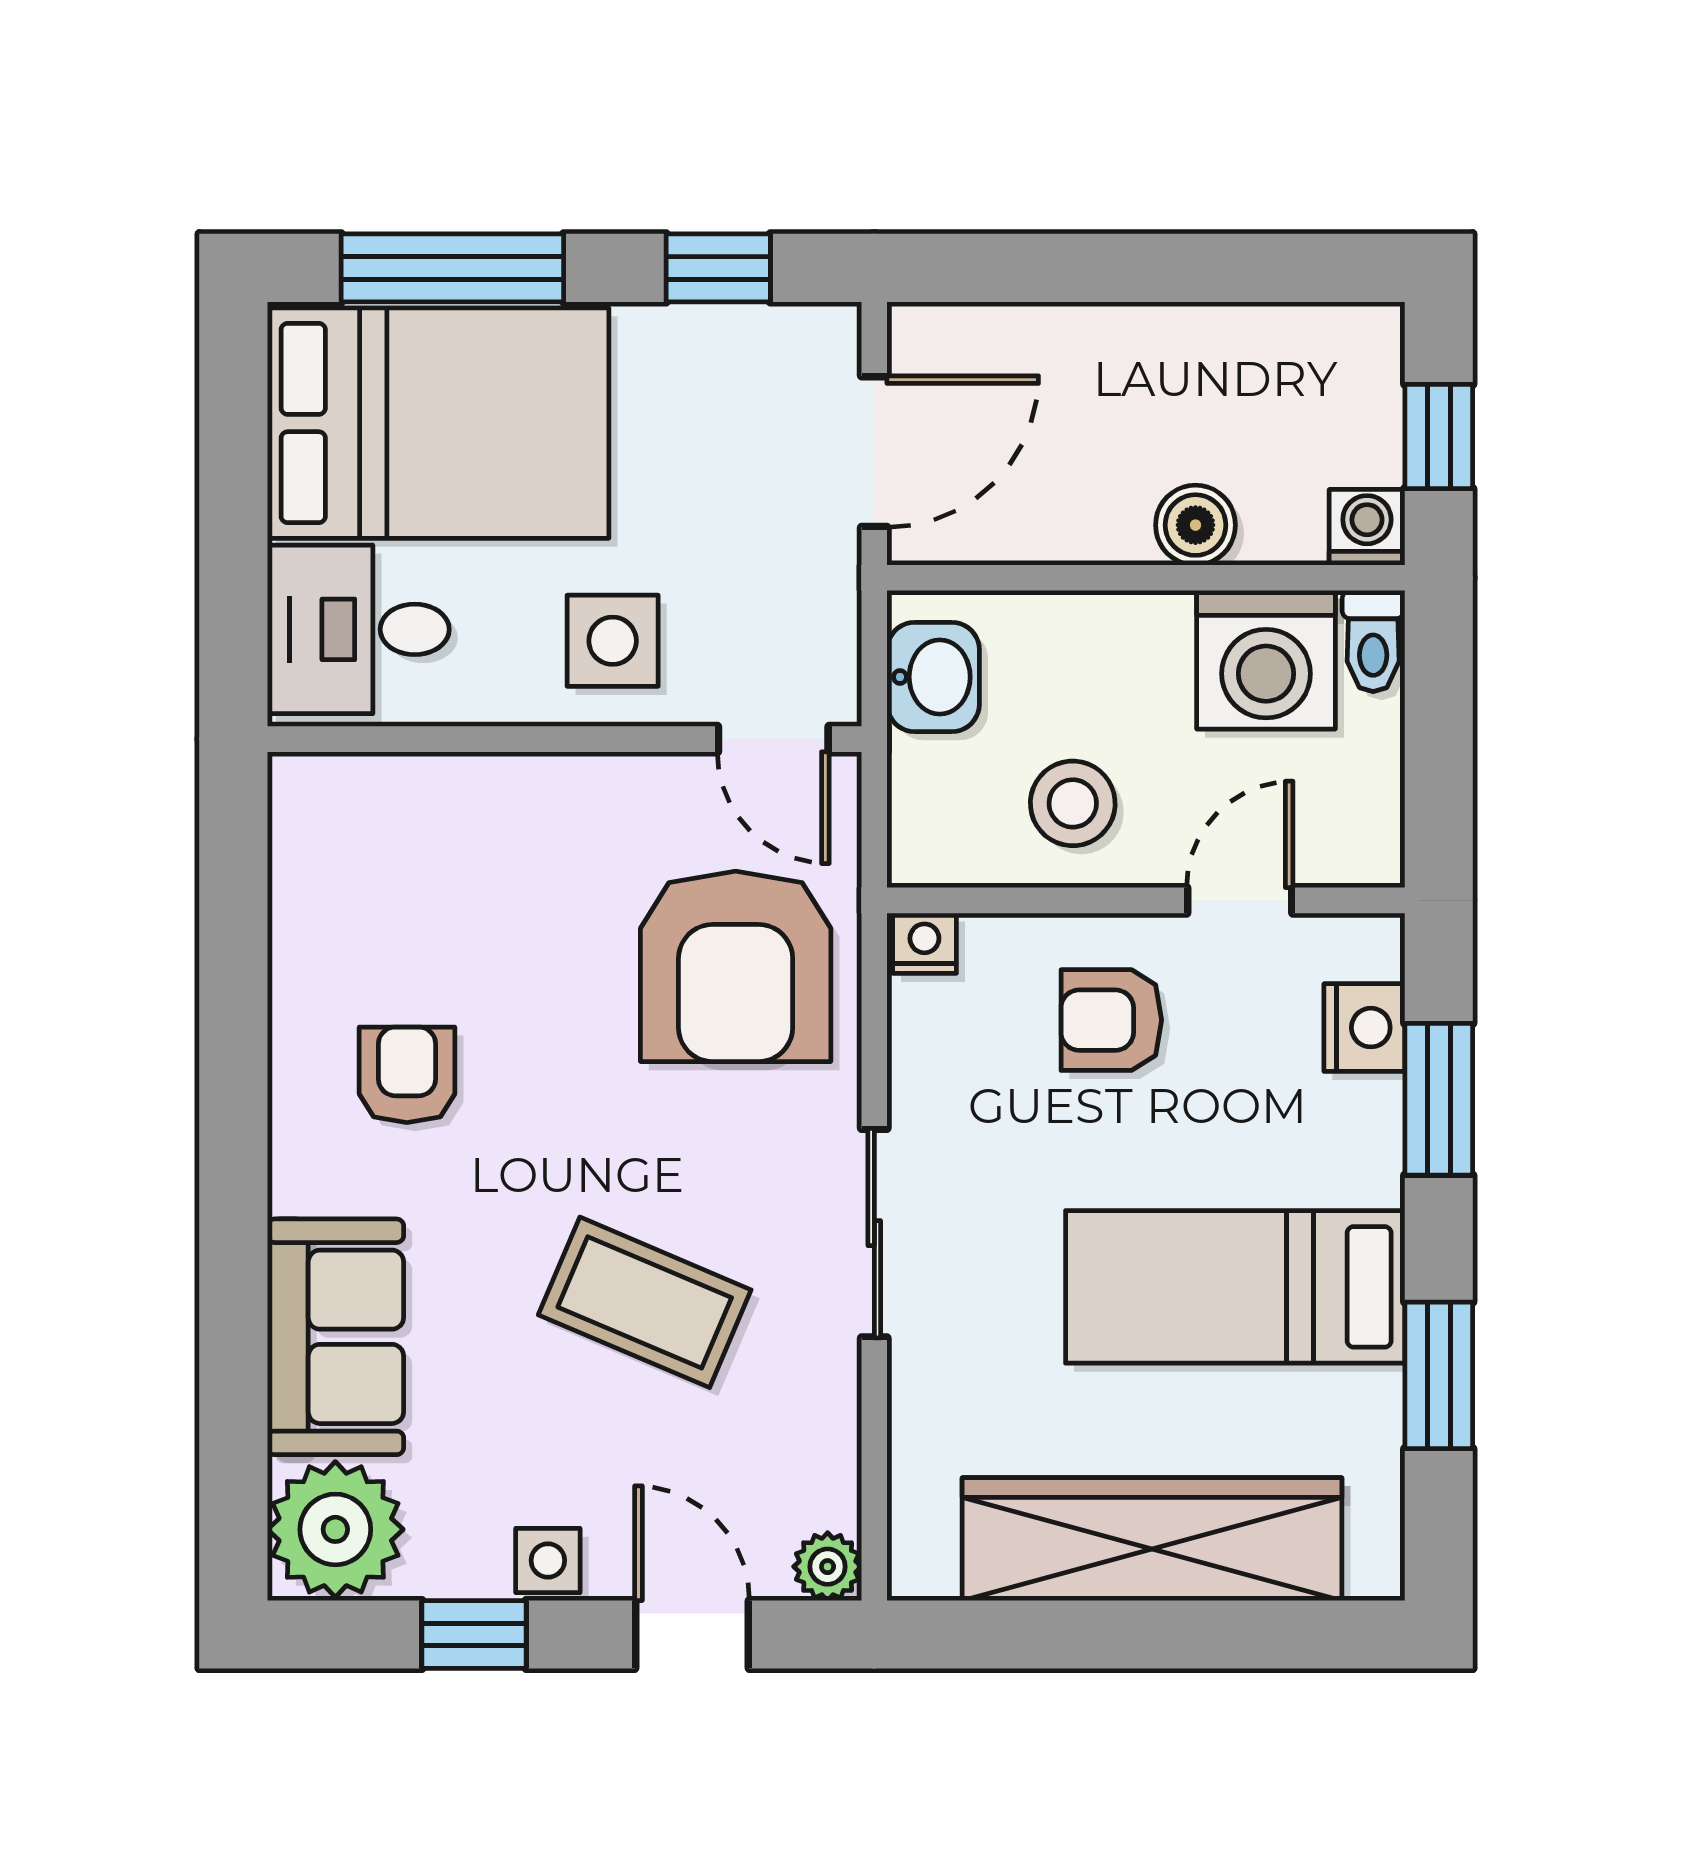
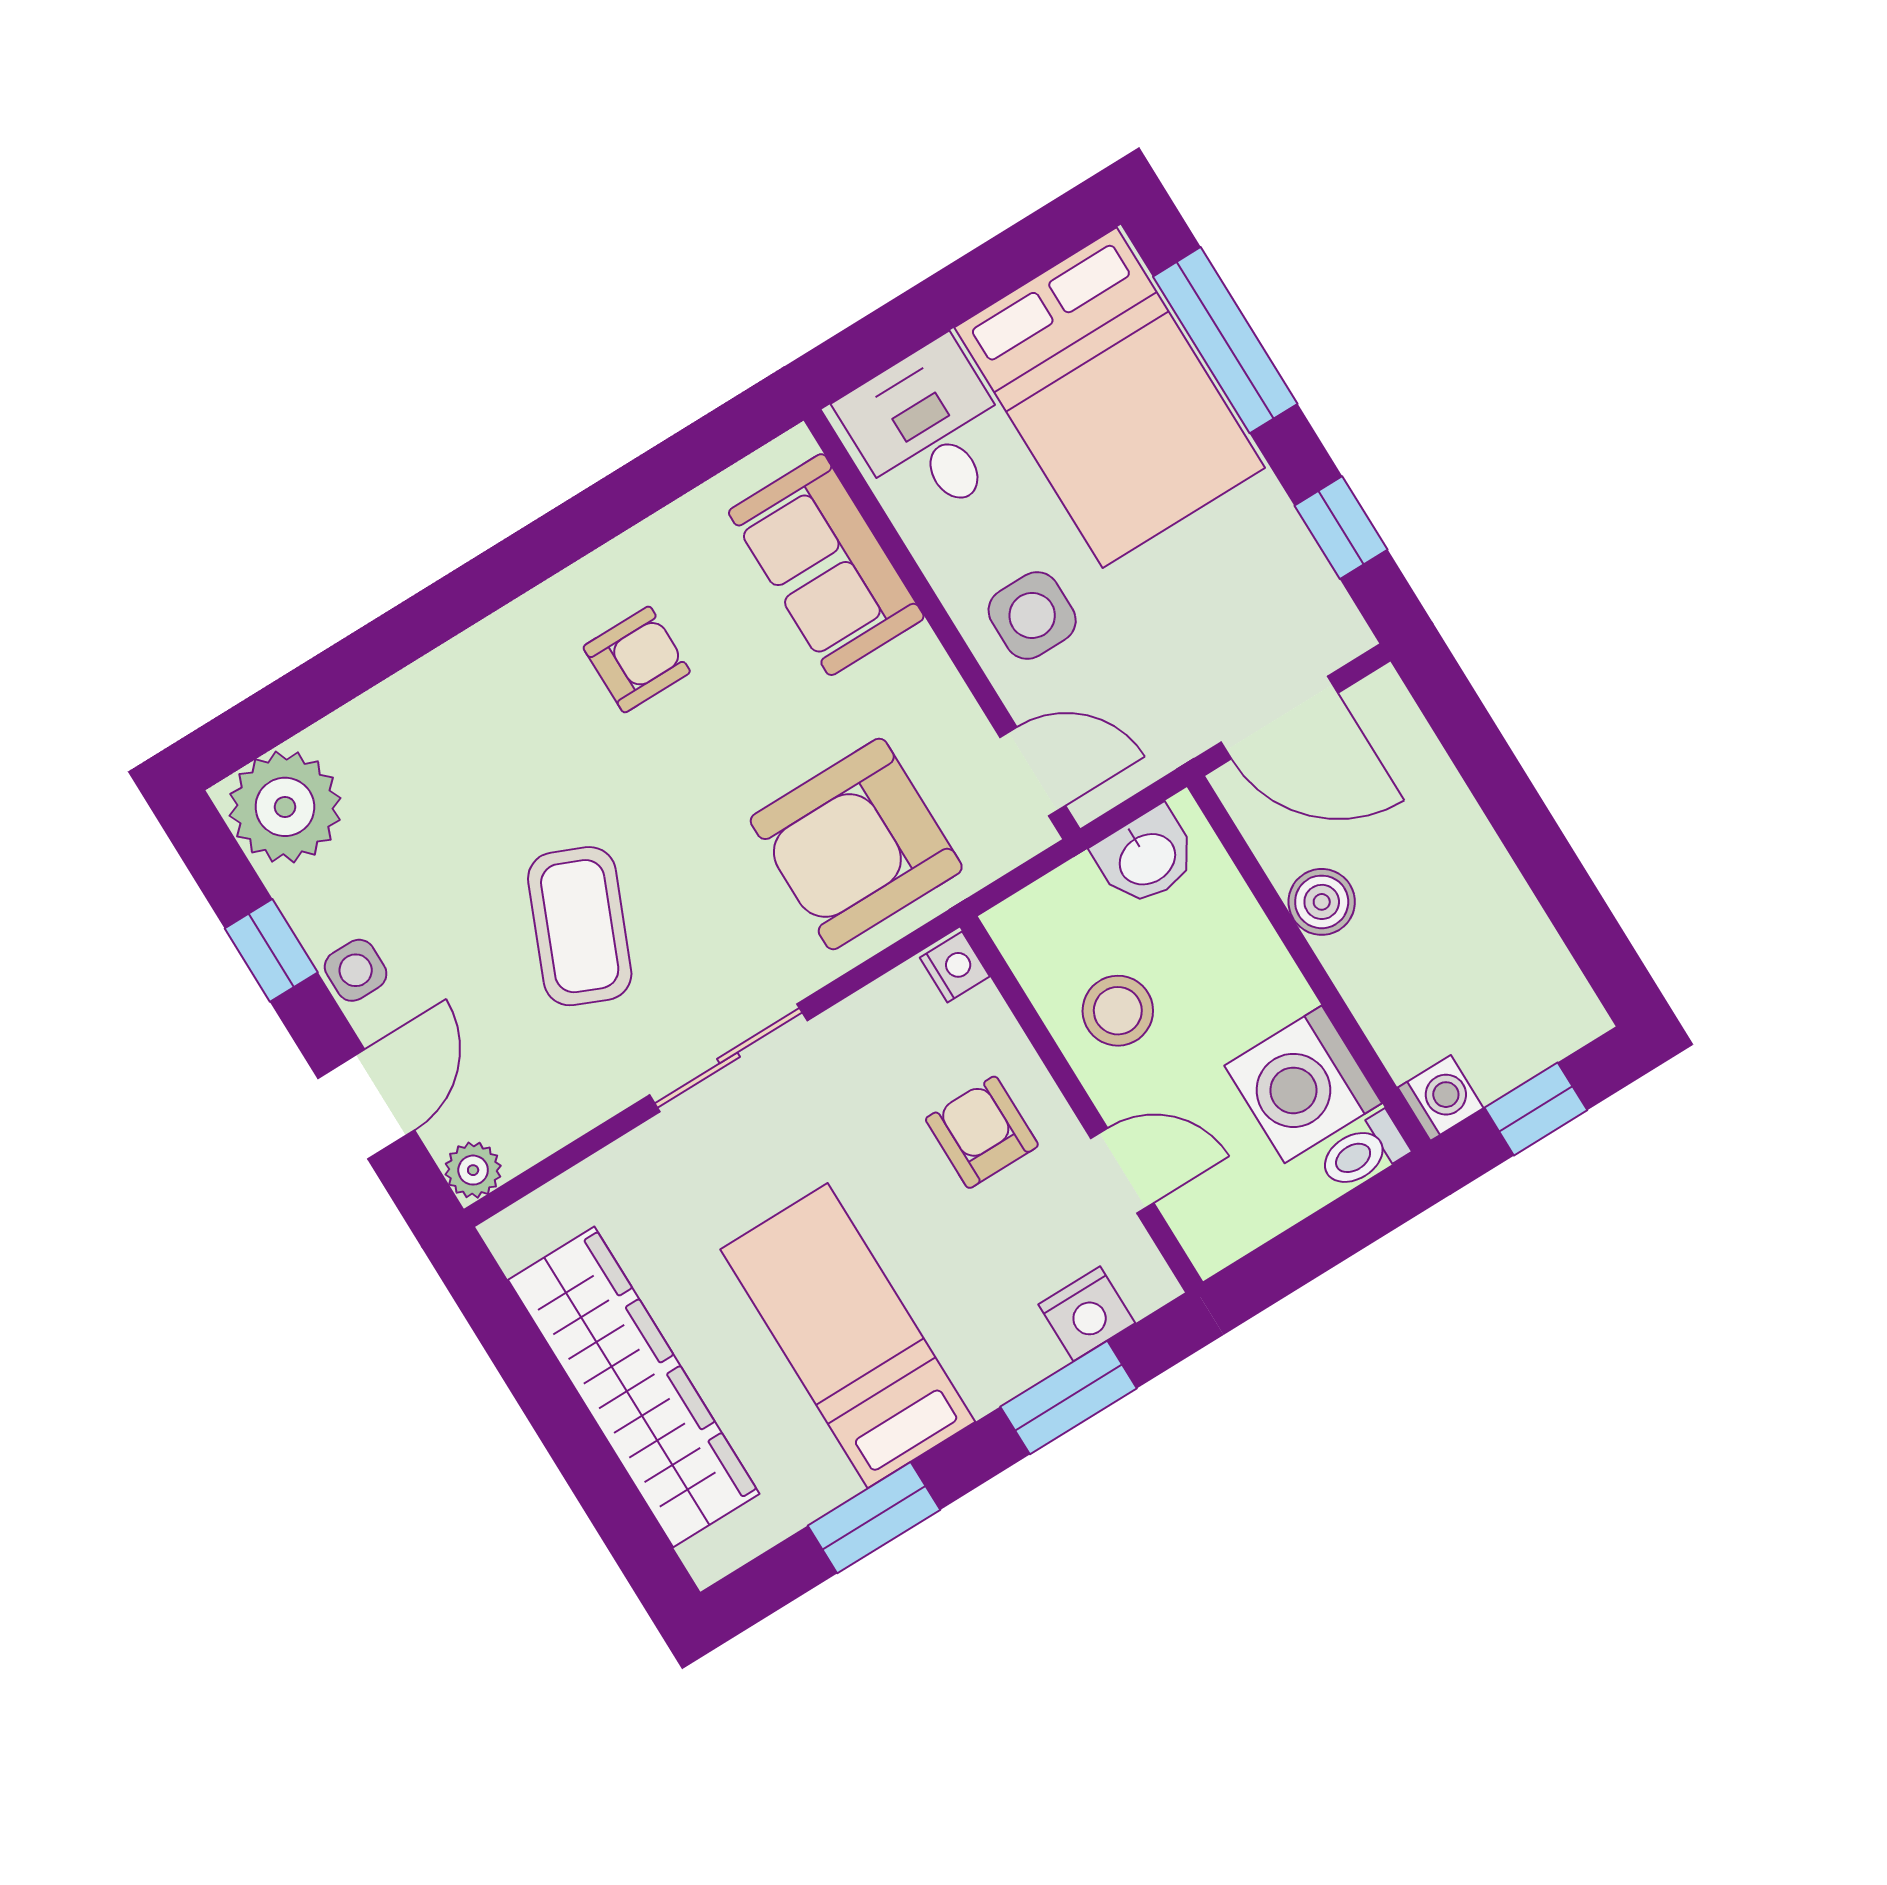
boiler: (1195, 525) -> (1322, 902), moved
door: (773, 739) -> (1033, 772), swing flipped
sofa: (335, 1337) -> (826, 565), moved, turned 90

